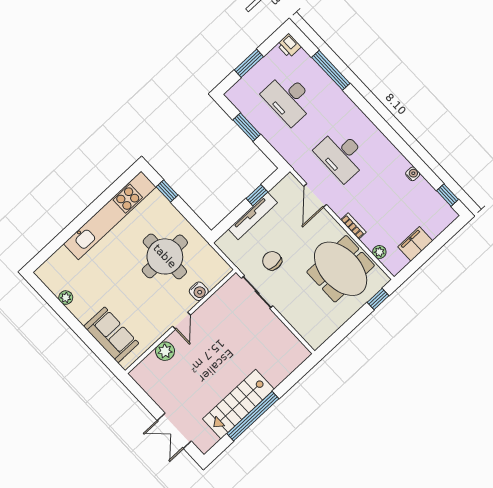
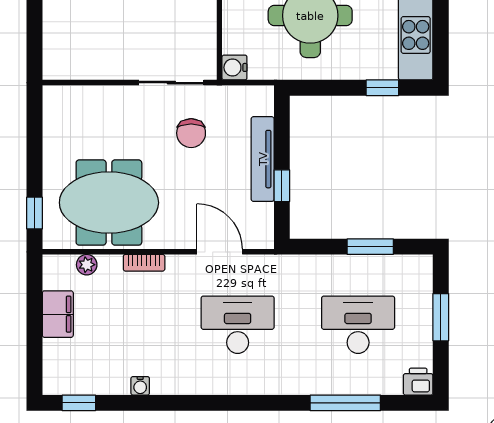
chair: (272, 261) -> (191, 133), turned 90
water cooler: (199, 291) -> (234, 67), moved

